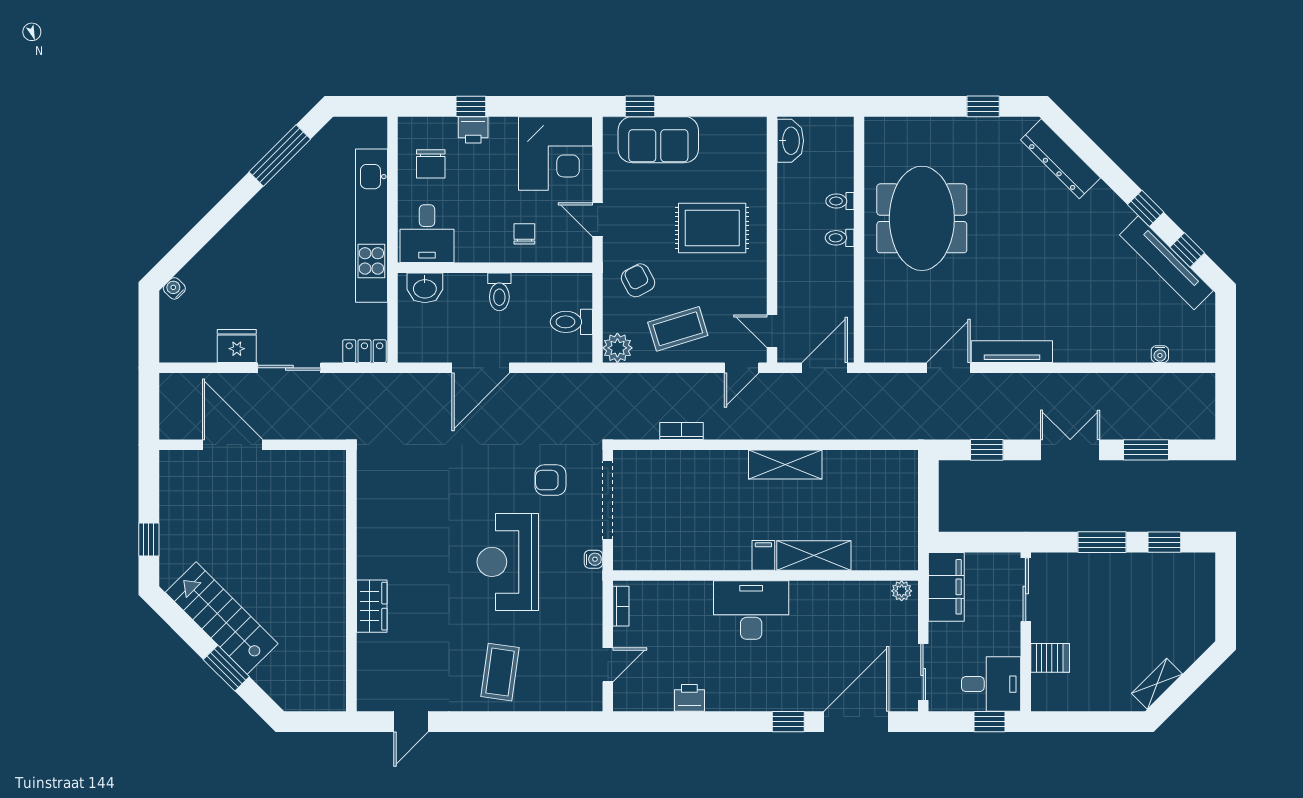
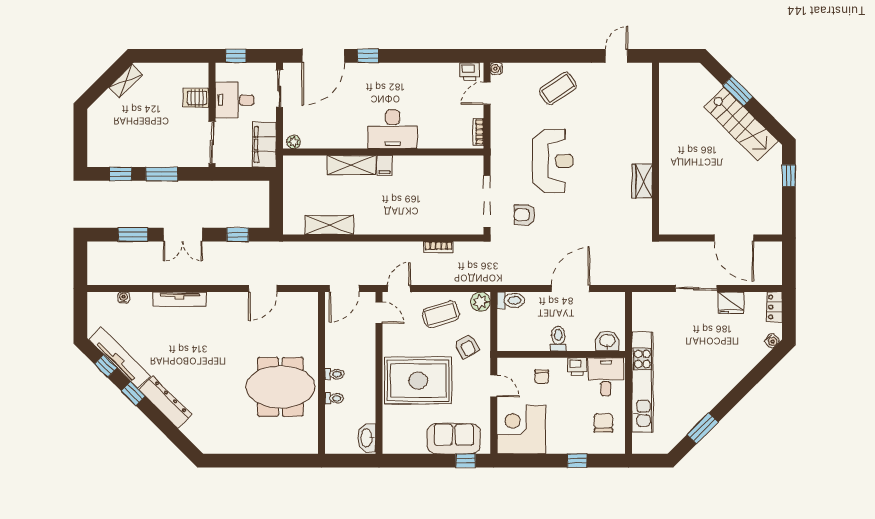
window: (983, 106) -> (240, 461), removed
printer: (473, 130) -> (577, 367), moved, turned 180
window: (280, 155) -> (703, 428), width x0.69
dresser: (1060, 159) -> (165, 402), moved
meeting table: (922, 218) -> (280, 387), turned 90
rug: (712, 228) -> (418, 381), width x1.37, depth x1.44
toilet: (571, 322) -> (511, 300), moved
locker: (364, 351) -> (774, 307), moved, turned 90
tv unit: (1012, 352) -> (180, 299), moved
shelving: (785, 465) -> (329, 225), moved
armchair: (550, 480) -> (525, 215), turned 180
water cooler: (594, 559) -> (496, 69), moved
wardrobe: (372, 606) -> (642, 181), moved
coffee table: (500, 672) -> (558, 88), turned 48
desk: (991, 684) -> (235, 100), moved
printer: (689, 698) -> (470, 72), moved

